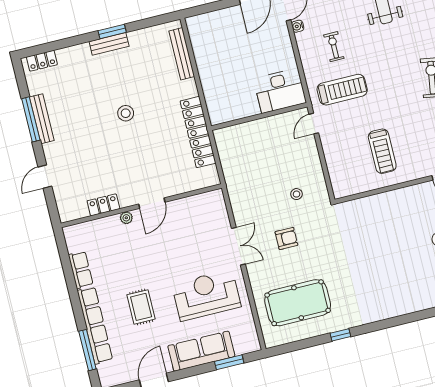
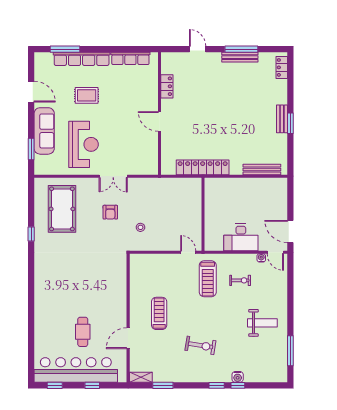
desk: (280, 91) -> (241, 237), moved, turned -90
stool: (126, 113) -> (229, 119), removed
treadmill: (382, 151) -> (159, 313), moved, turned 90
plant: (126, 218) -> (153, 100), removed
row of seats: (81, 270) -> (130, 58), width x1.48

